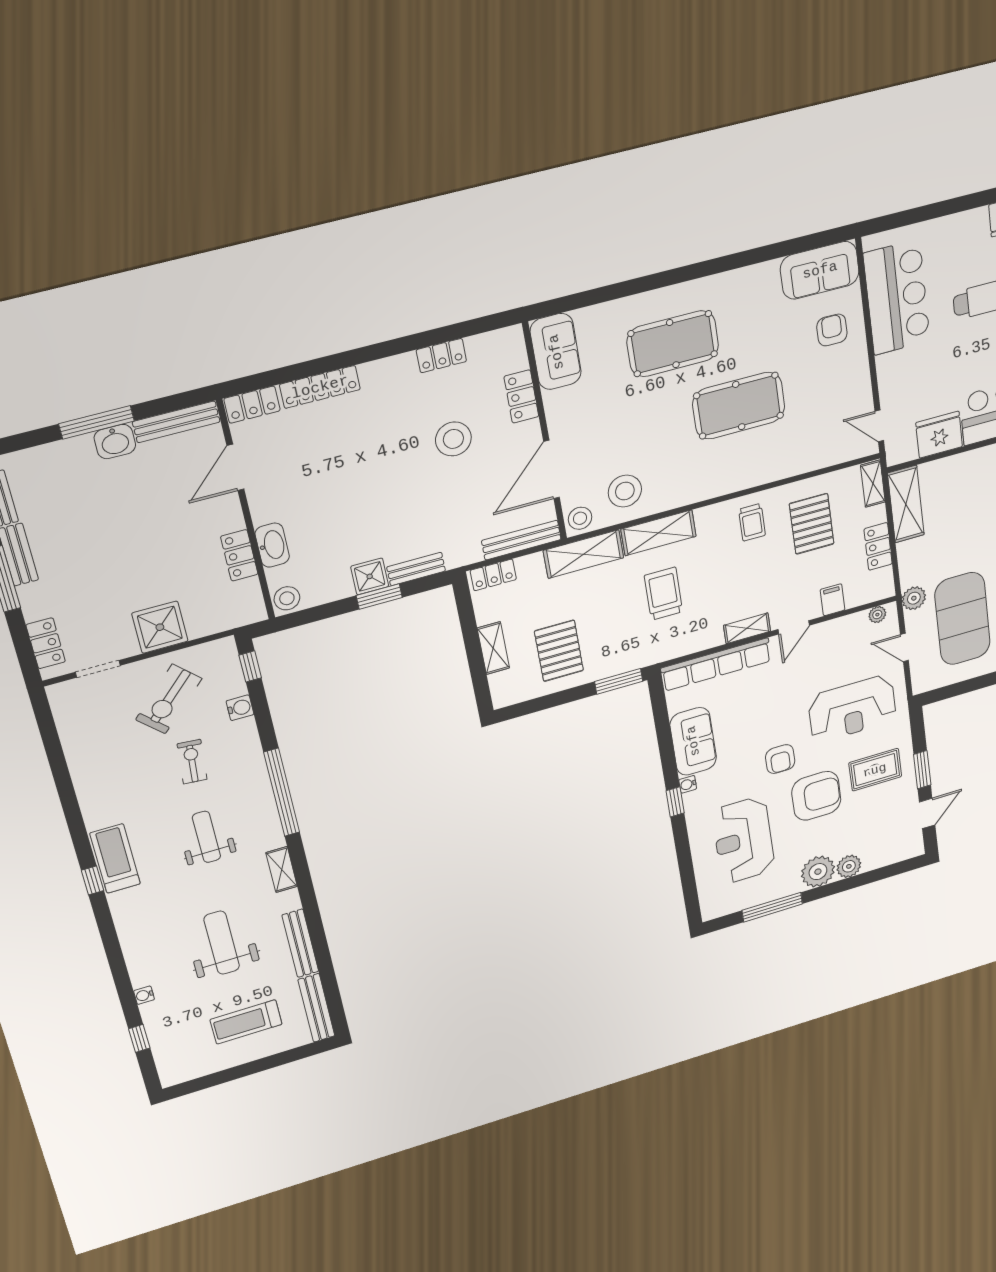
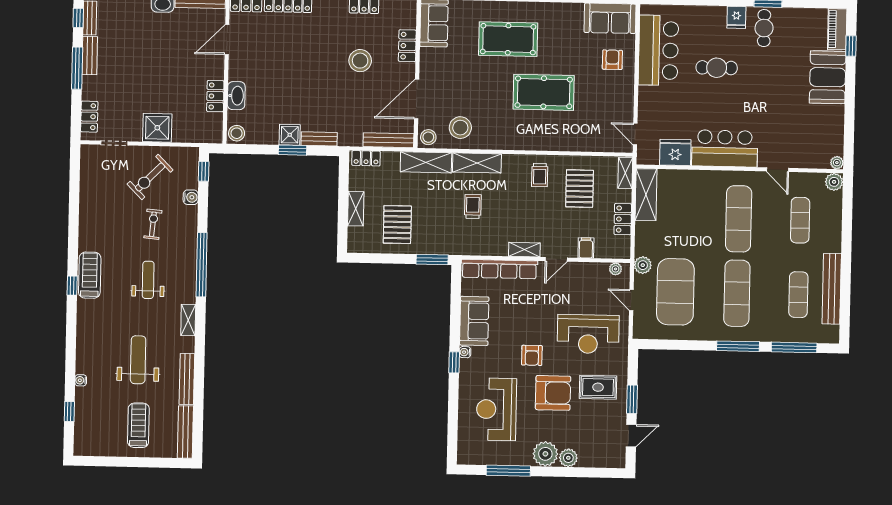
trolley: (663, 594) -> (473, 206), width x0.73, depth x0.72
treadmill: (246, 1022) -> (138, 425), turned 90

